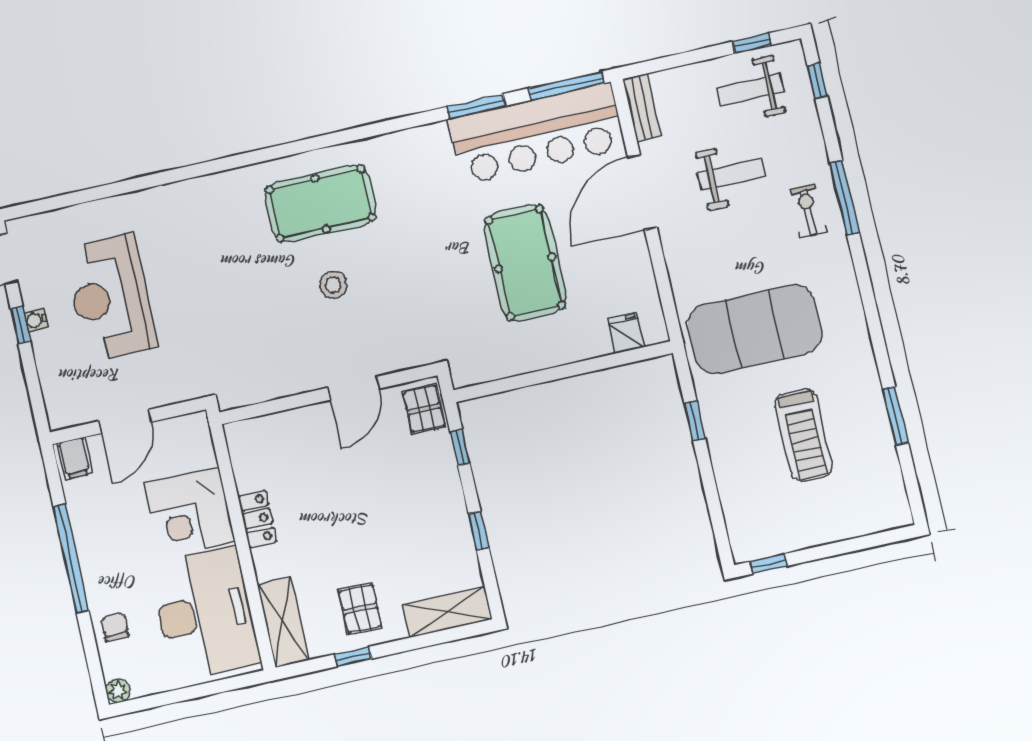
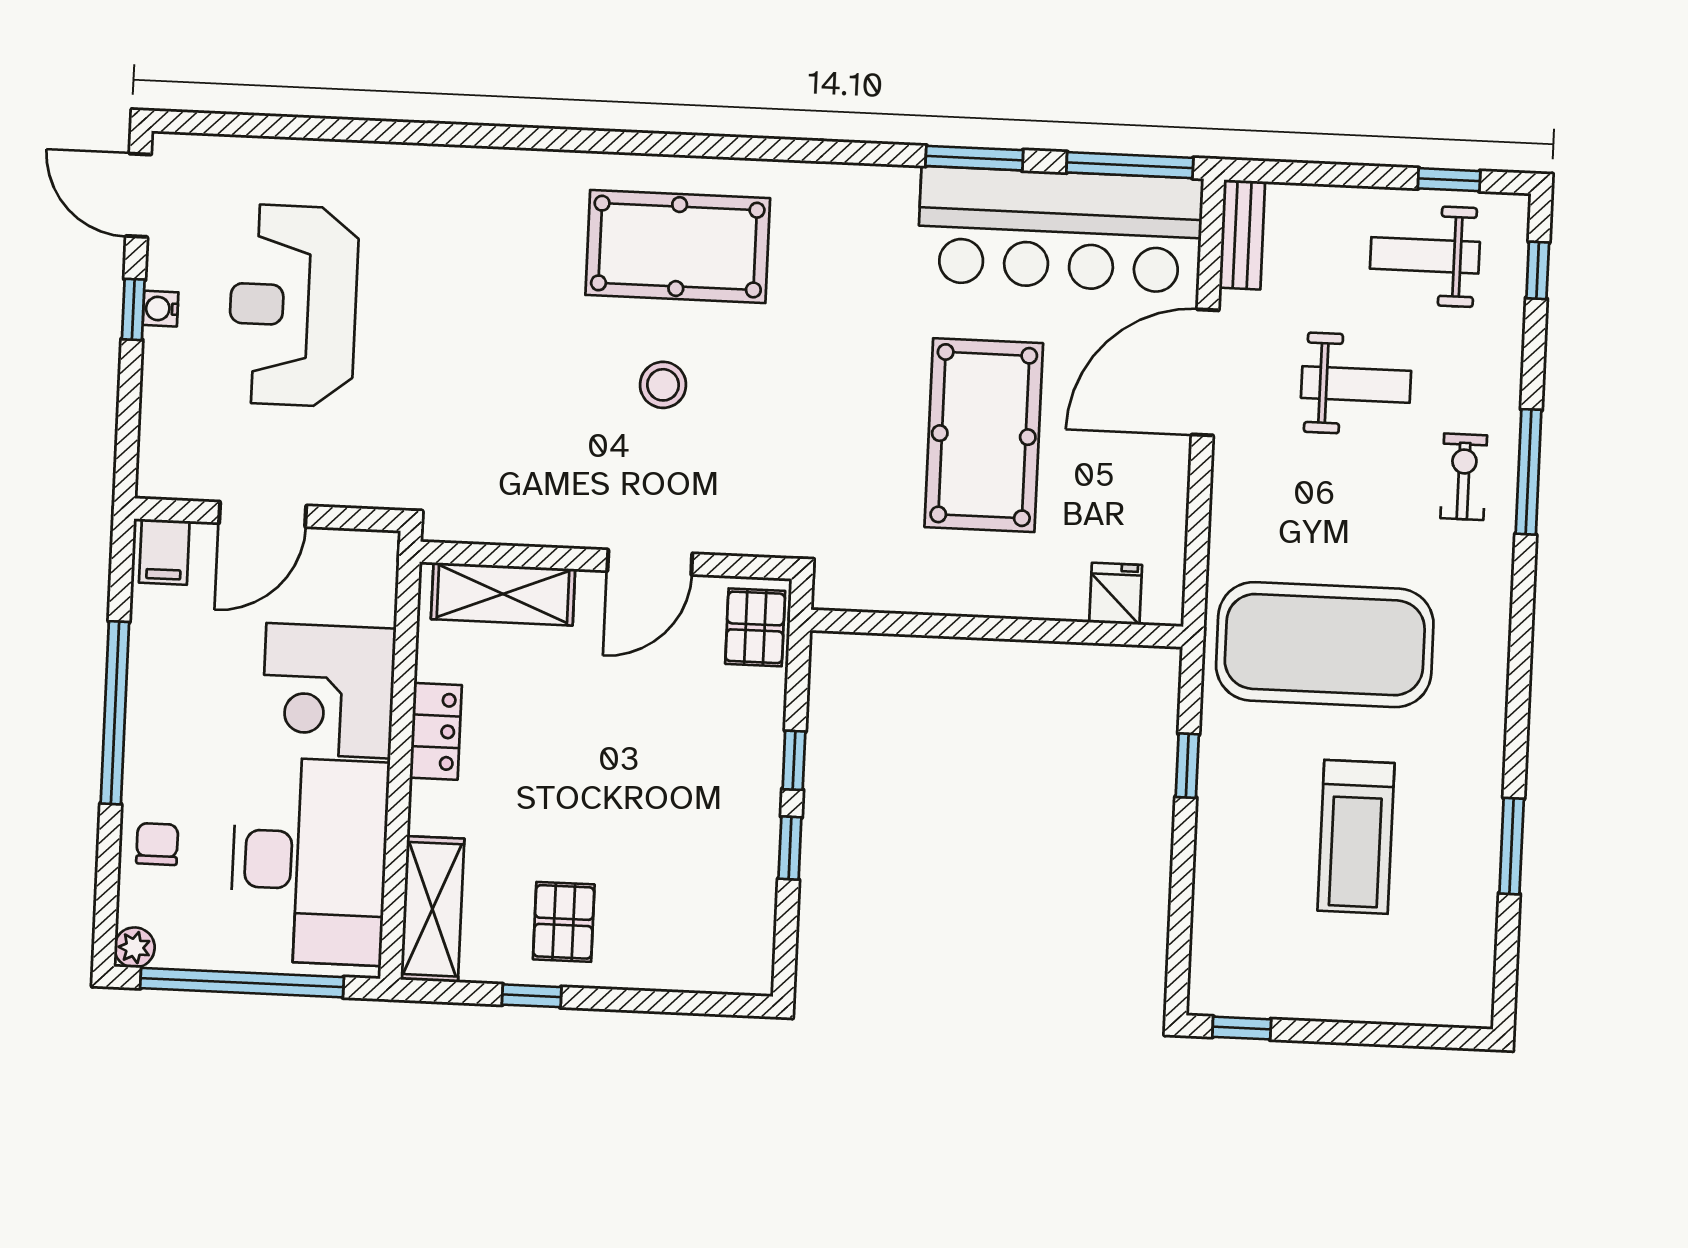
window: (460, 448) -> (794, 760), moved
shelving: (447, 612) -> (503, 594), moved
window: (185, 694) -> (242, 983), added

